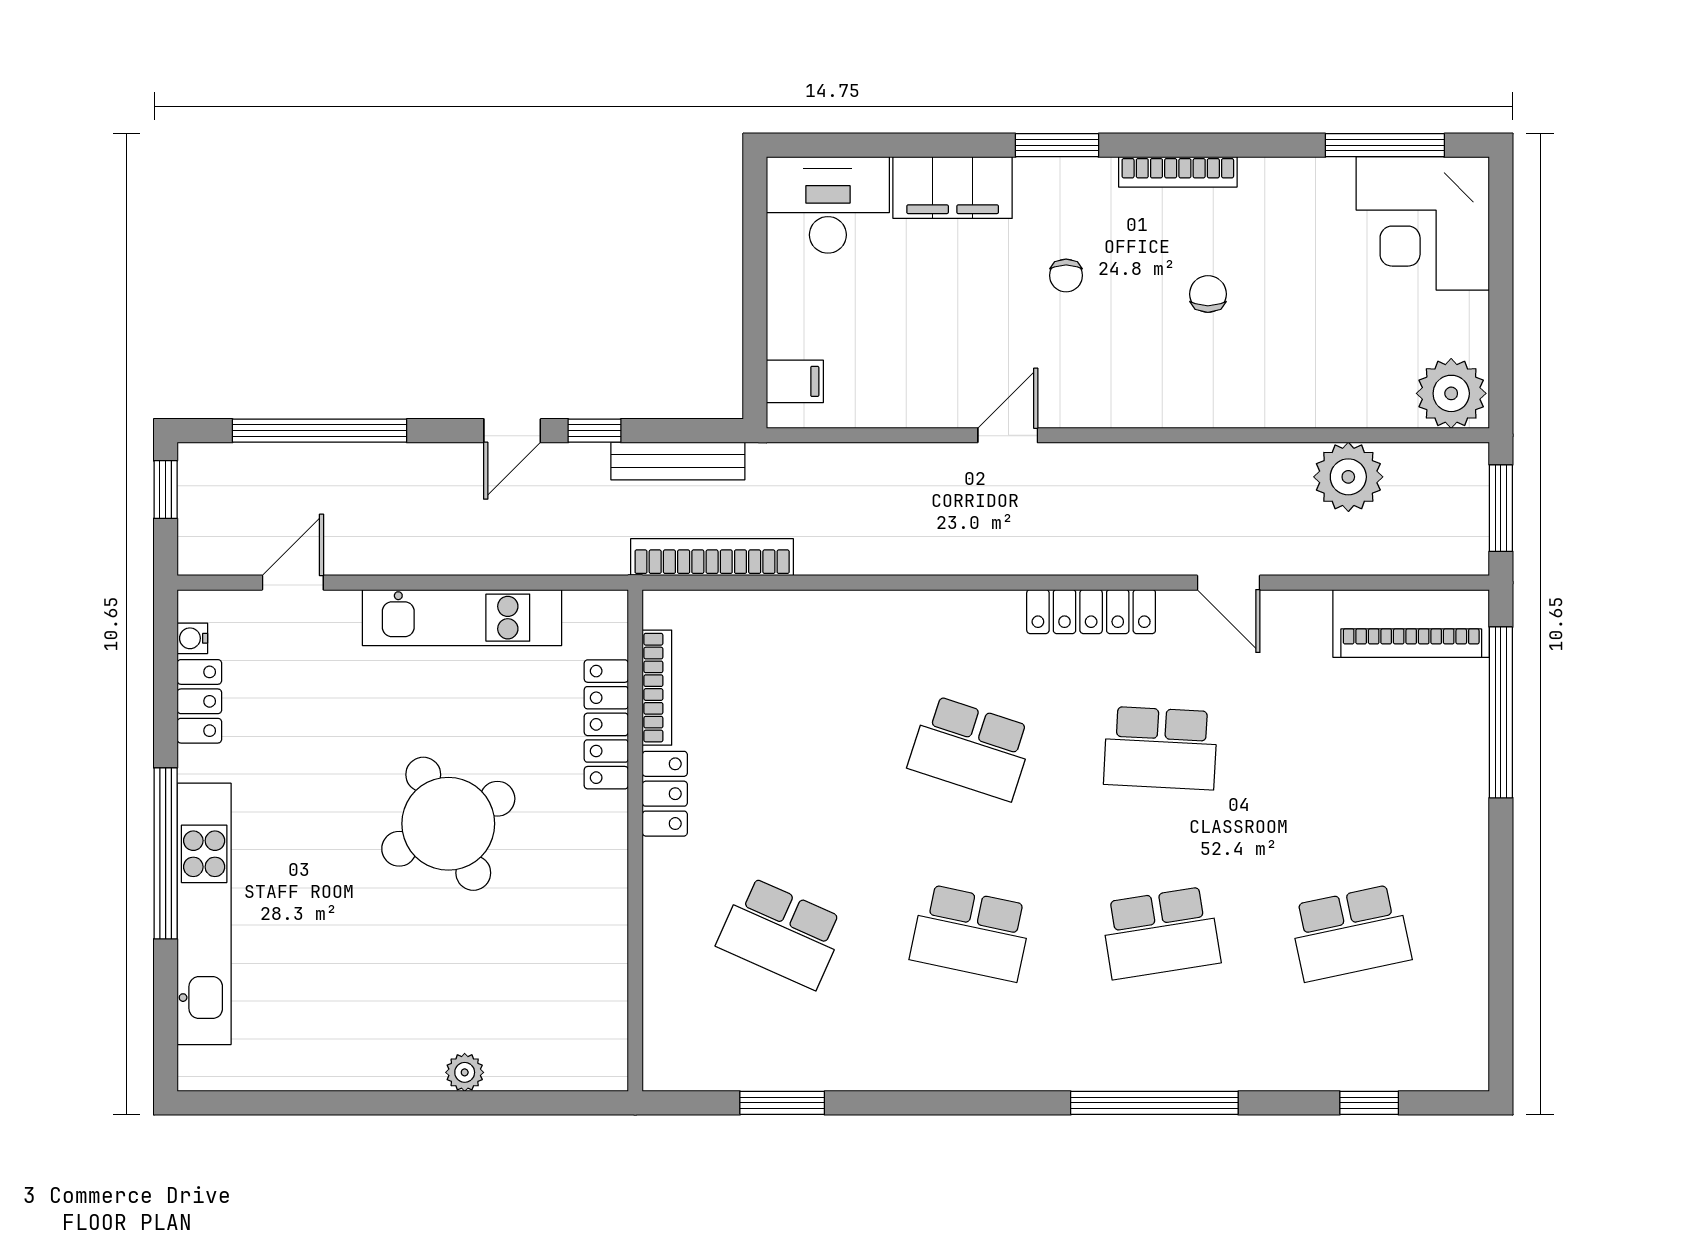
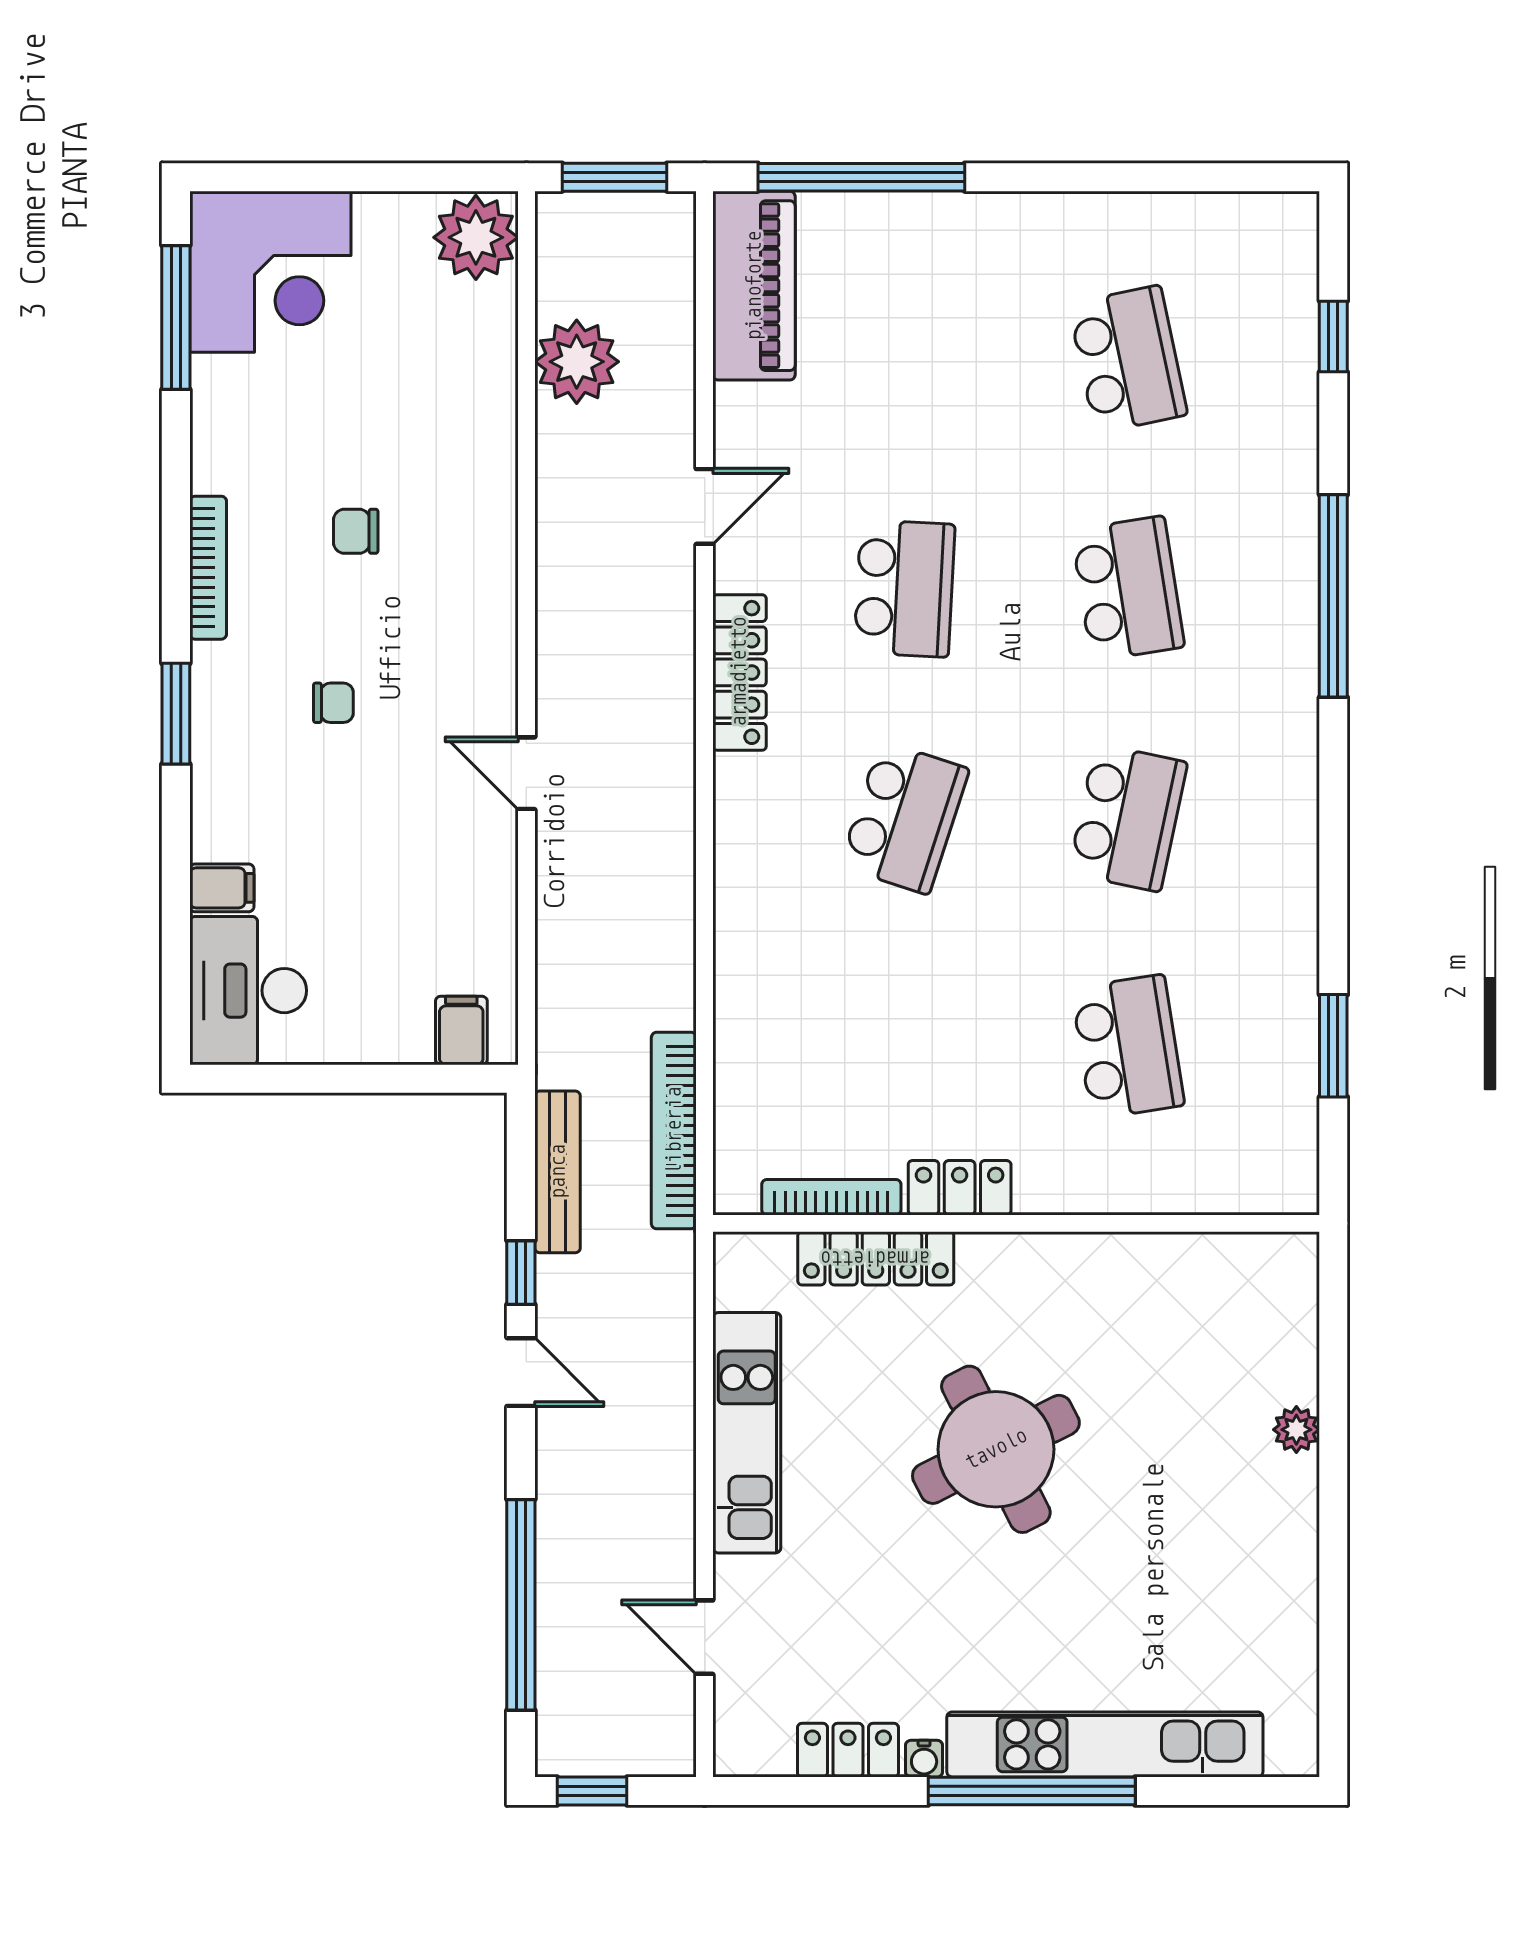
filing cabinet: (953, 188) -> (222, 888), width x0.33, depth x0.86
water cooler: (192, 638) -> (924, 1759), moved
school desk: (781, 933) -> (1128, 1047), turned -33

